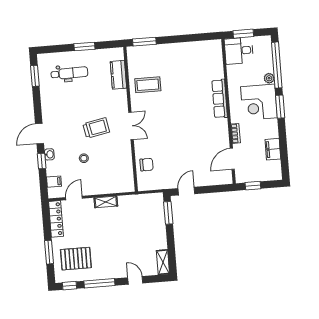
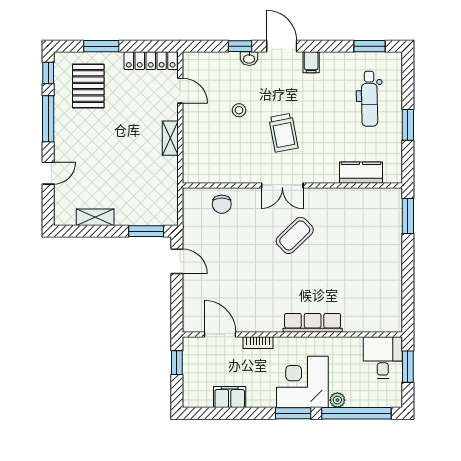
coffee table: (148, 85) -> (295, 235), moved, turned 46
filing cabinet: (54, 182) -> (311, 62), moved
shelving: (163, 262) -> (95, 217), moved

